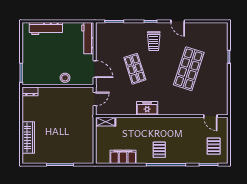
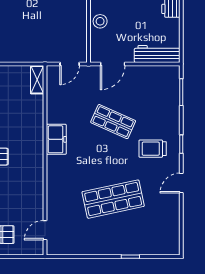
shop shelf: (135, 69) -> (113, 122), turned 42
shop shelf: (189, 69) -> (113, 199), turned -30
door: (95, 99) -> (70, 64), hinge flipped

